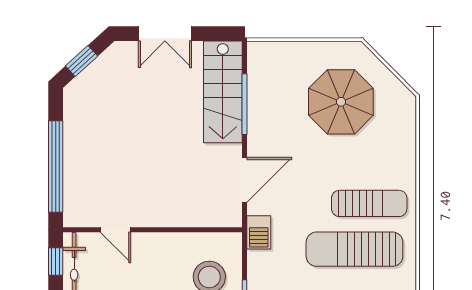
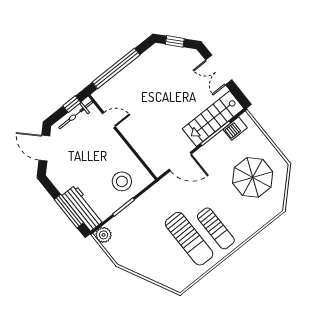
door: (116, 230) -> (109, 120), swing flipped
barbecue: (259, 232) -> (235, 129), moved
sun lounger: (354, 249) -> (189, 239), turned 180

